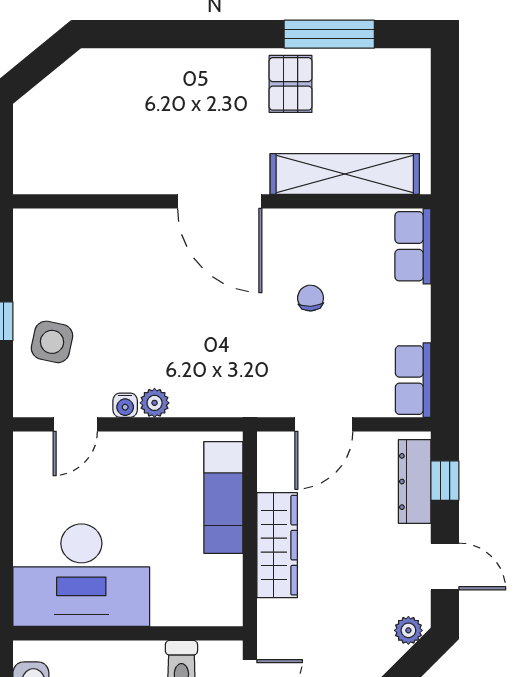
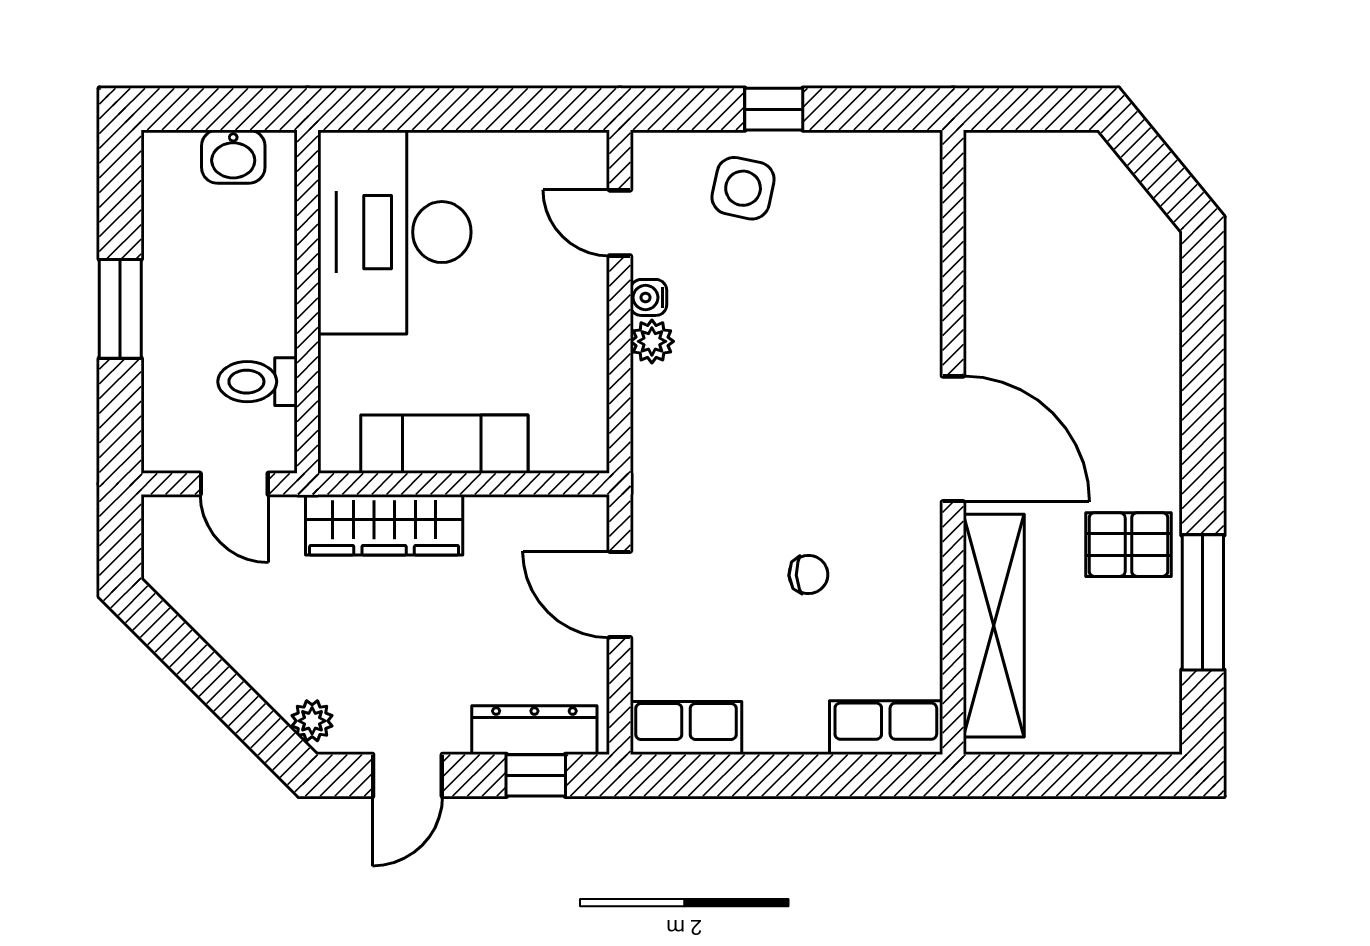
door: (220, 201) -> (953, 439), swing flipped
exam couch: (223, 498) -> (444, 444), moved
wardrobe: (277, 545) -> (384, 525), moved

